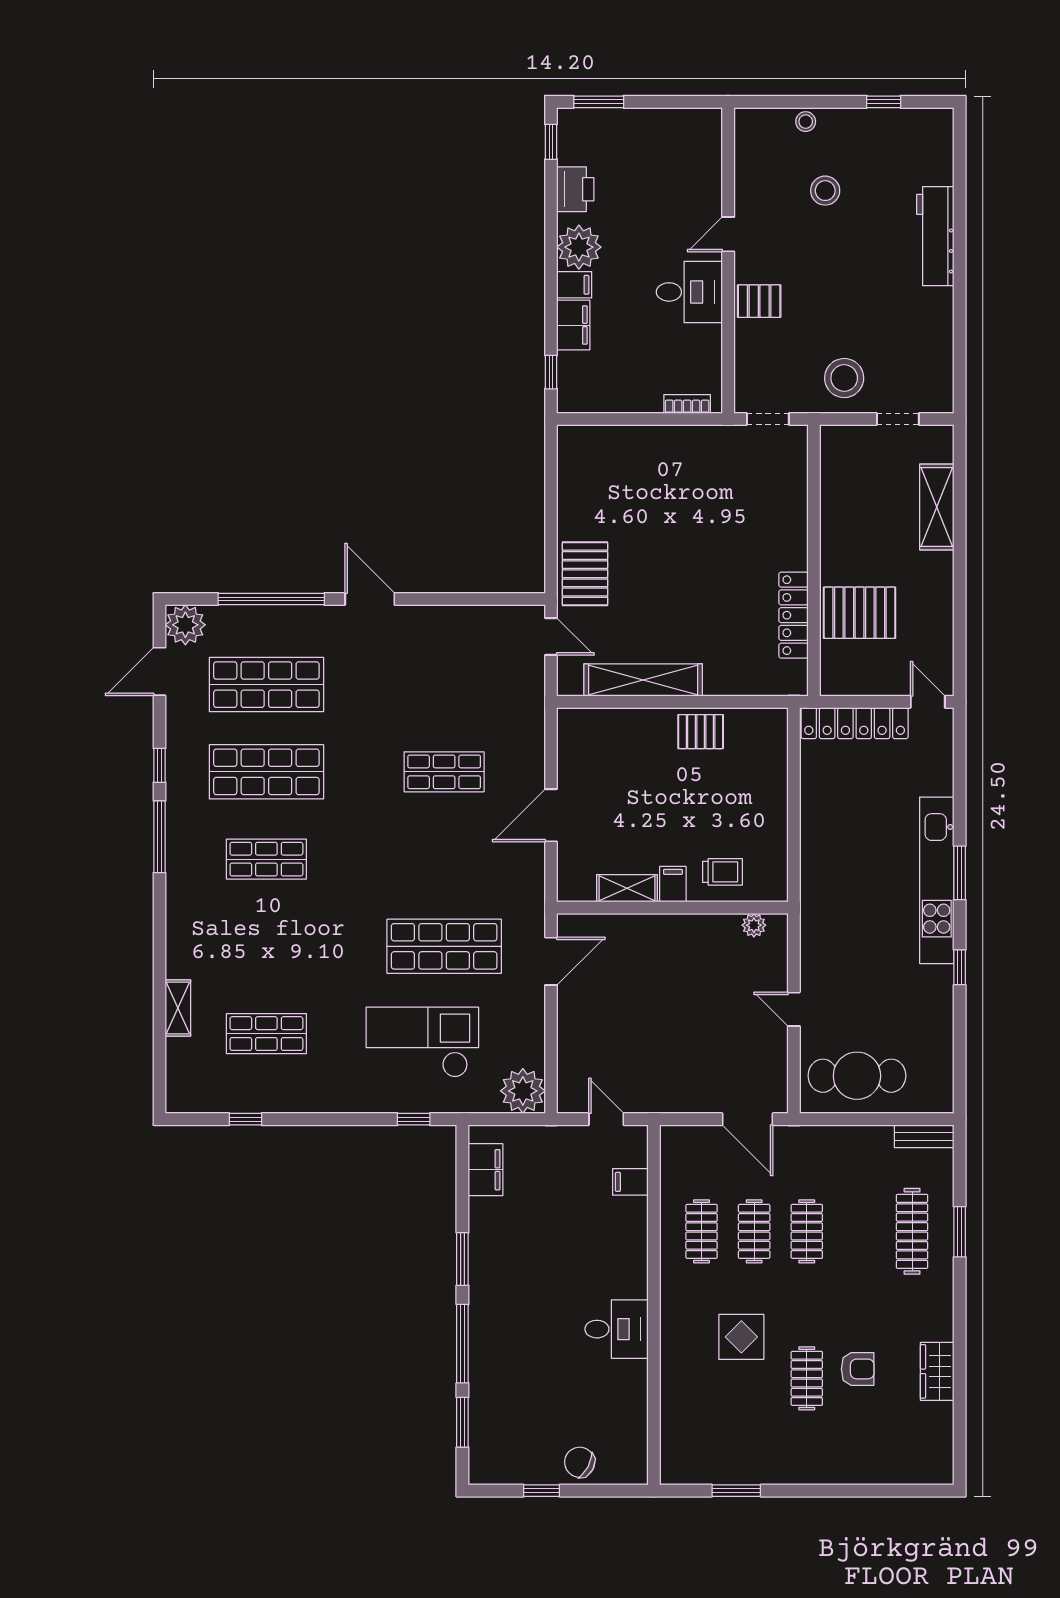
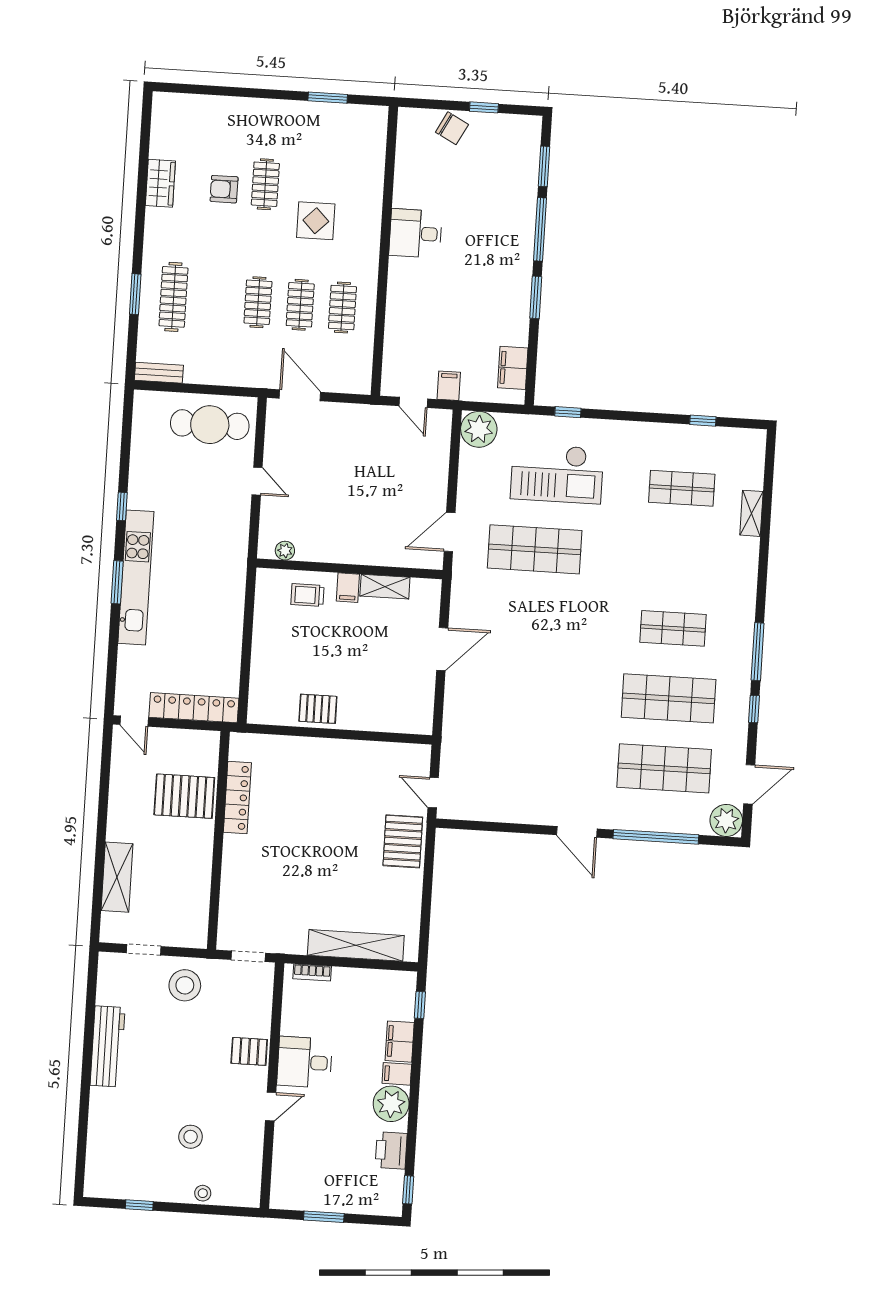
window: (599, 102) -> (324, 1217), moved
workbench: (935, 236) -> (108, 1046), moved
shelving: (643, 680) -> (356, 945), moved
shop shelf: (444, 772) -> (526, 689), removed
filing cabinet: (630, 1182) -> (449, 386), moved, turned -90

